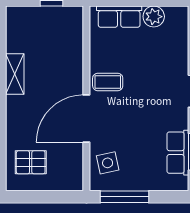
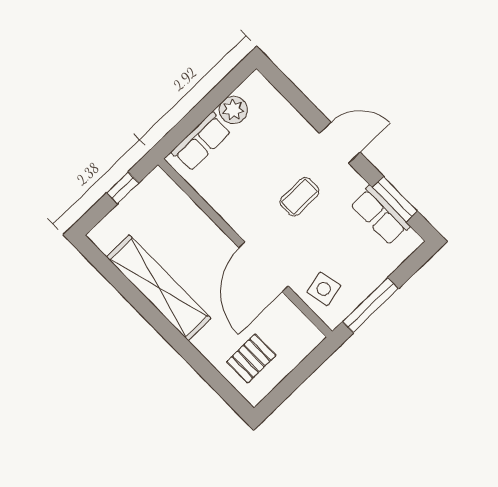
shelving: (15, 74) -> (159, 288), width x2.20, depth x1.33
coffee table: (108, 82) -> (300, 197), moved

